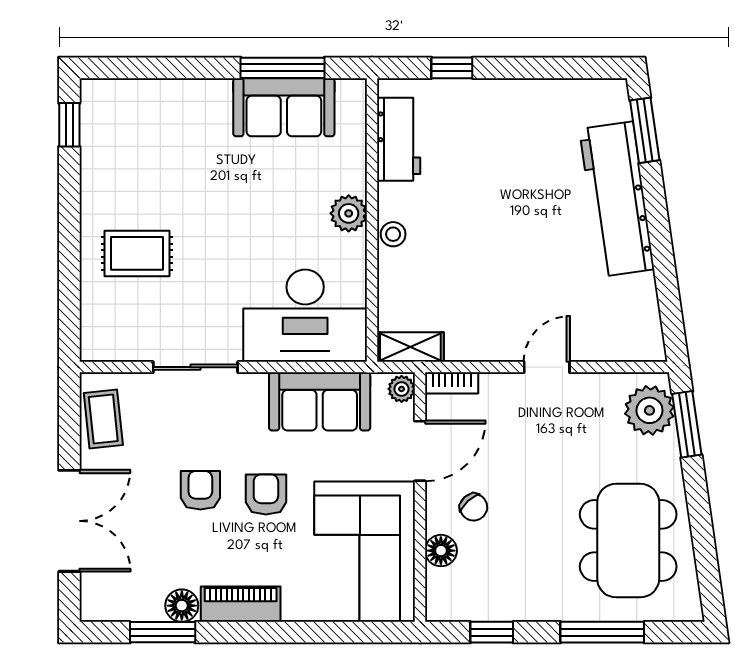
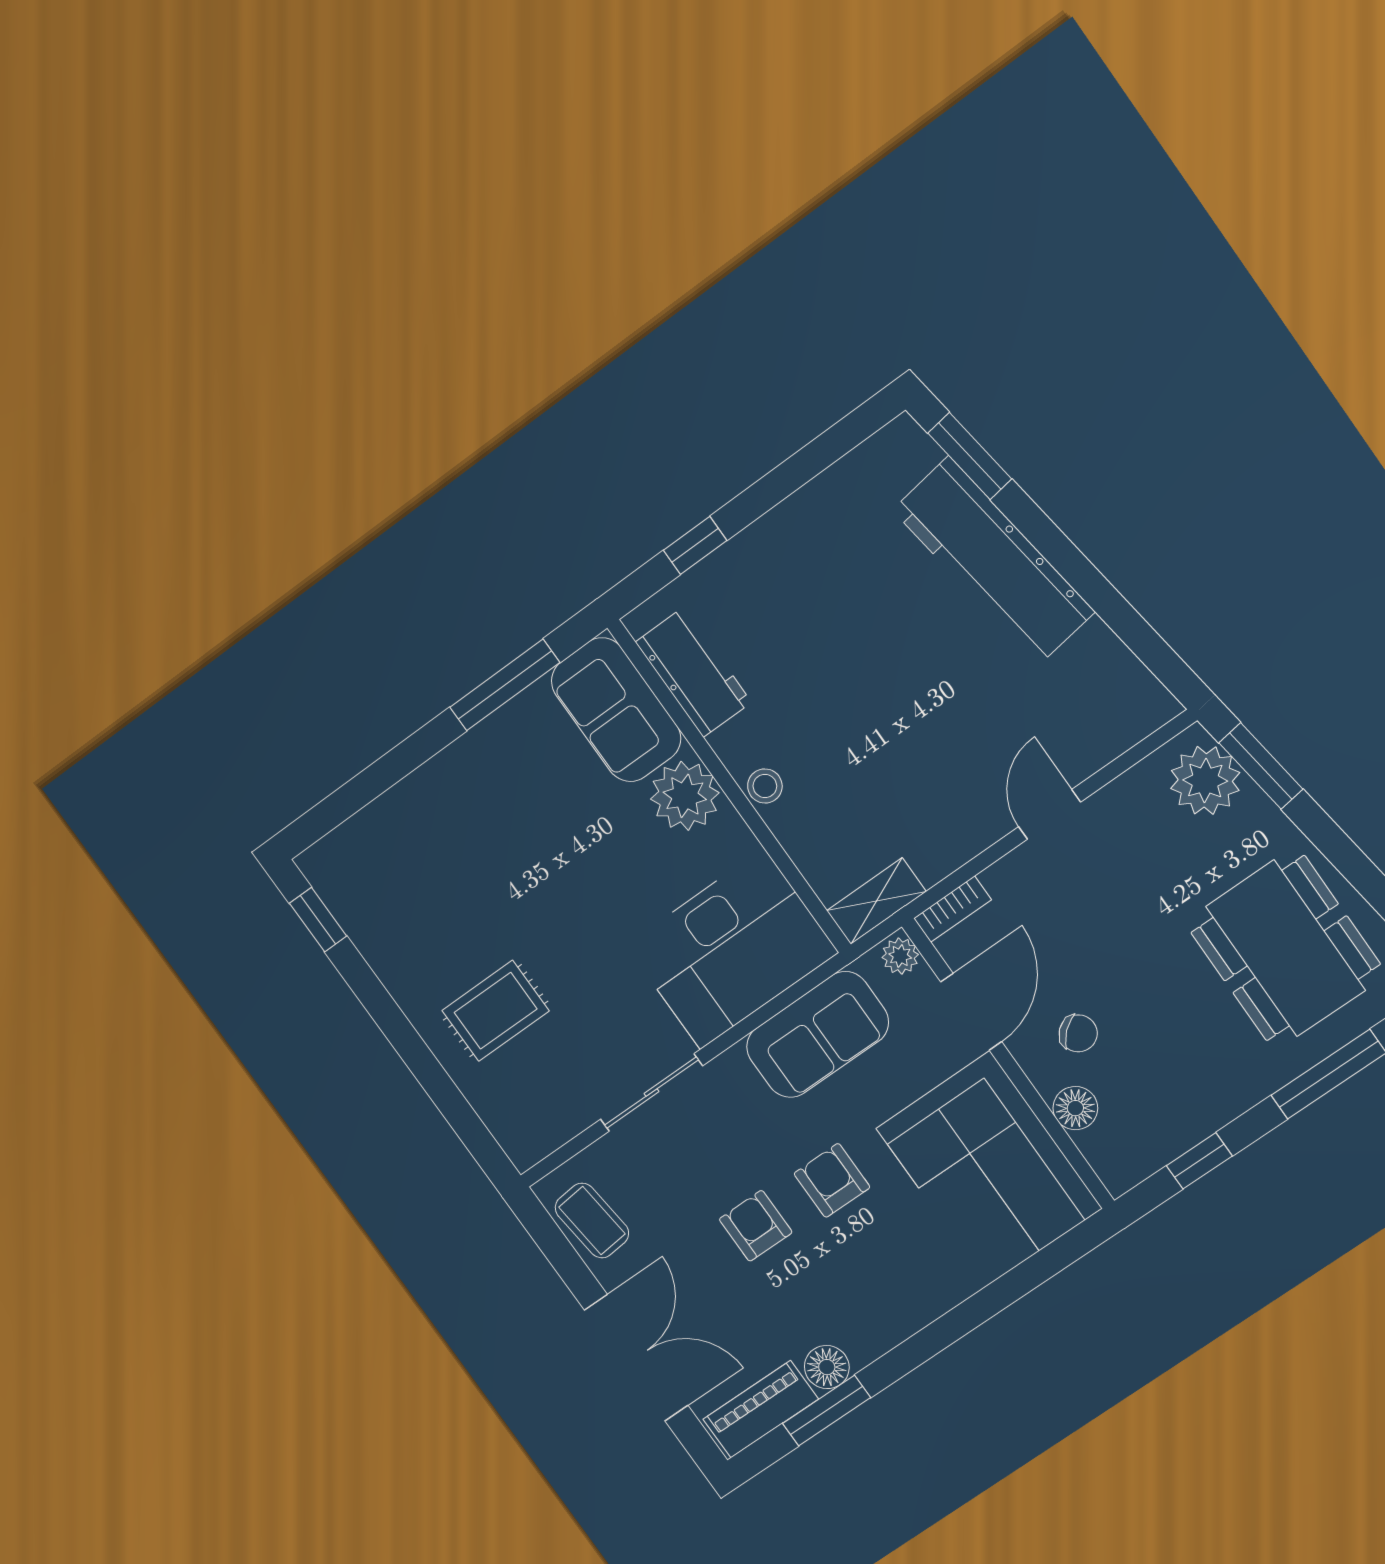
sofa: (284, 107) -> (616, 710), moved, turned 90
plant: (349, 213) -> (685, 796), width x1.36, depth x1.36
piano: (241, 604) -> (761, 1409), moved

